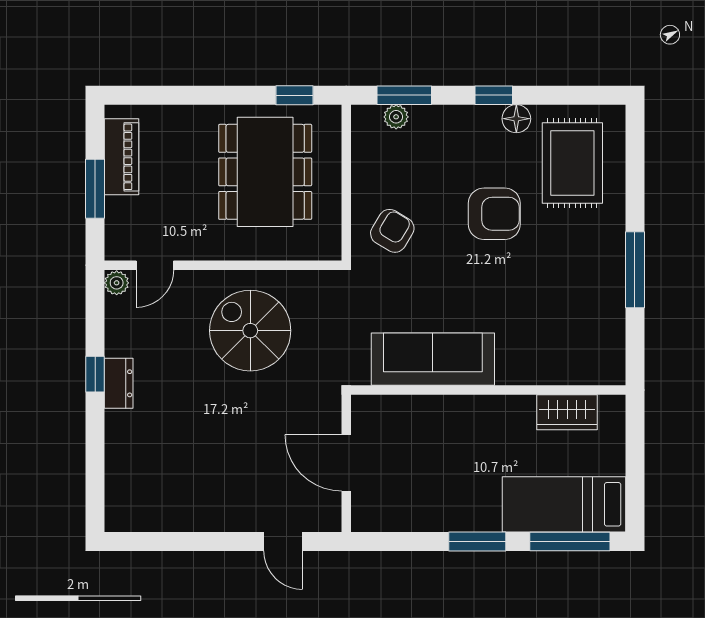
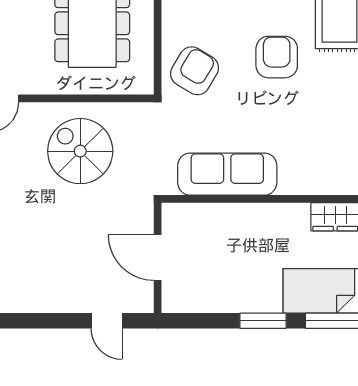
armchair: (494, 214) -> (277, 57), turned -90
armchair: (392, 231) -> (195, 71), width x1.38, depth x1.38

